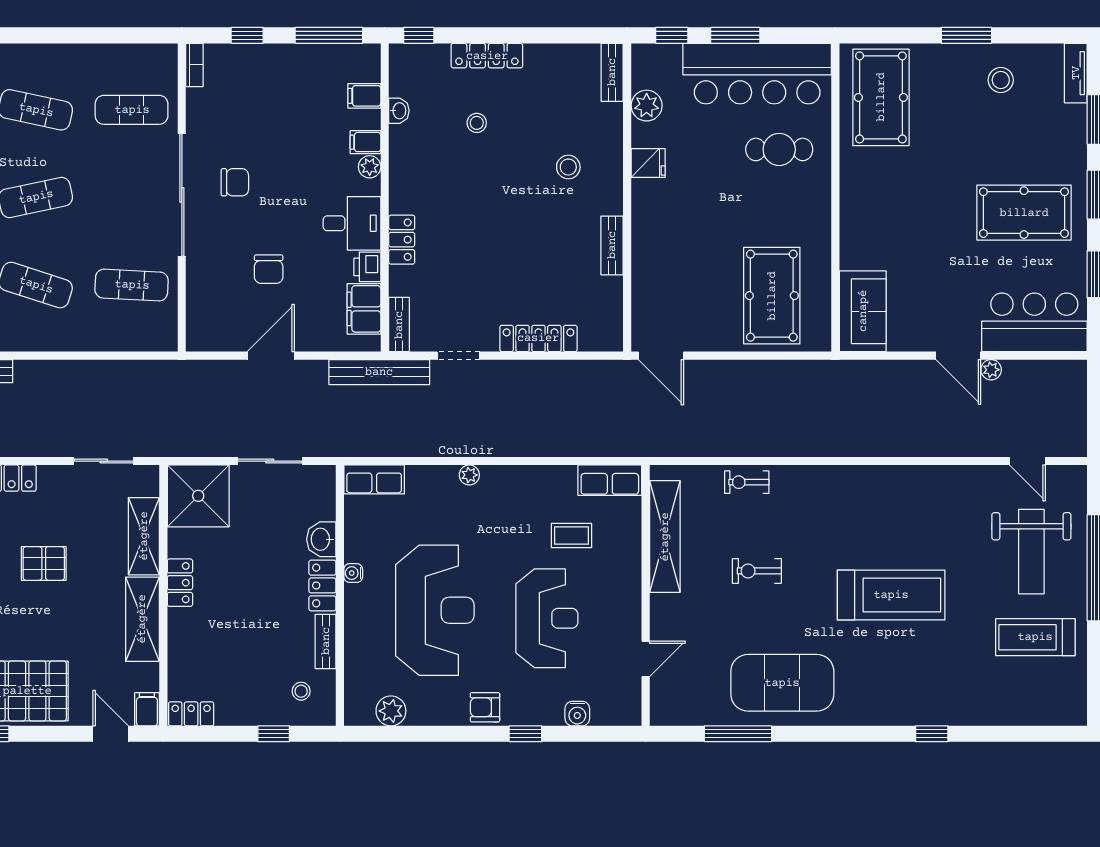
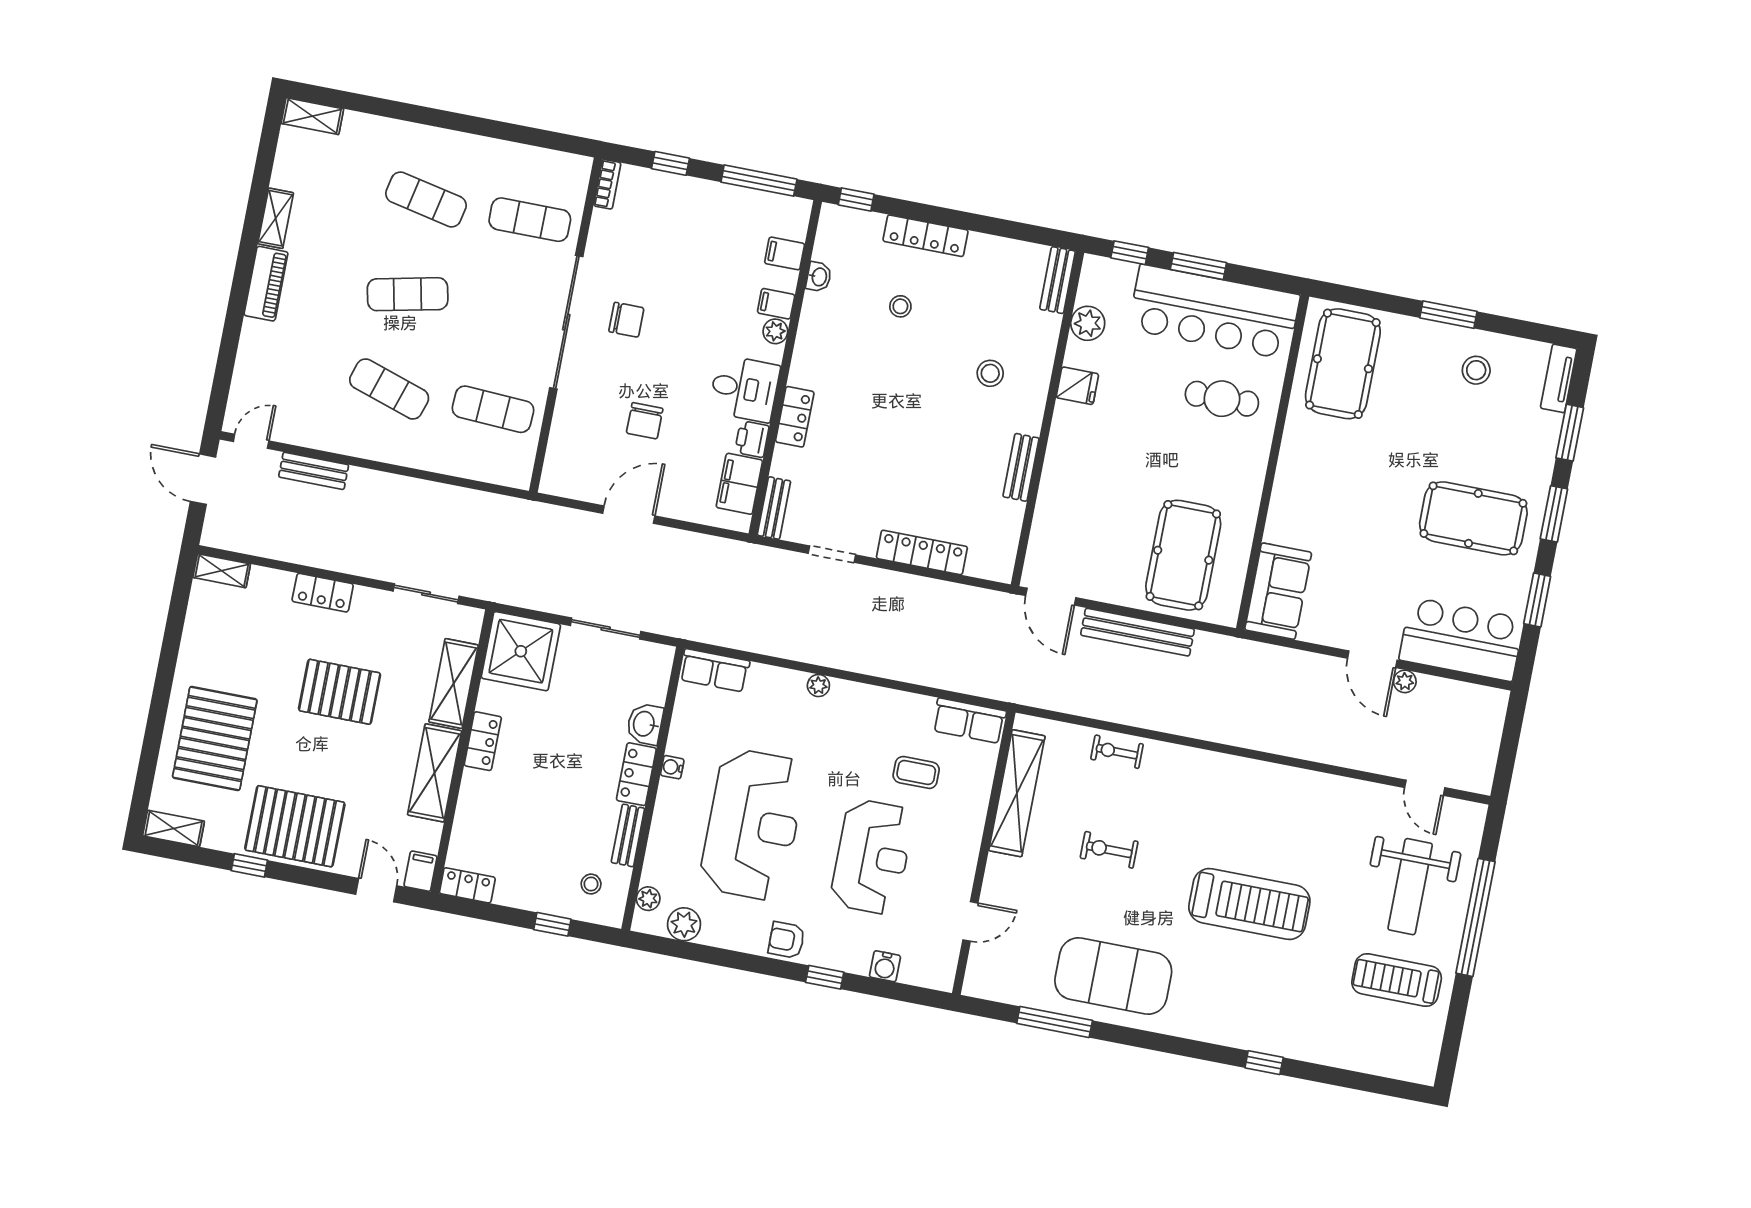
bench: (379, 372) -> (1138, 632), moved
pallet: (44, 563) -> (340, 692), width x1.50, depth x1.42
plant: (355, 694) -> (648, 899), added

